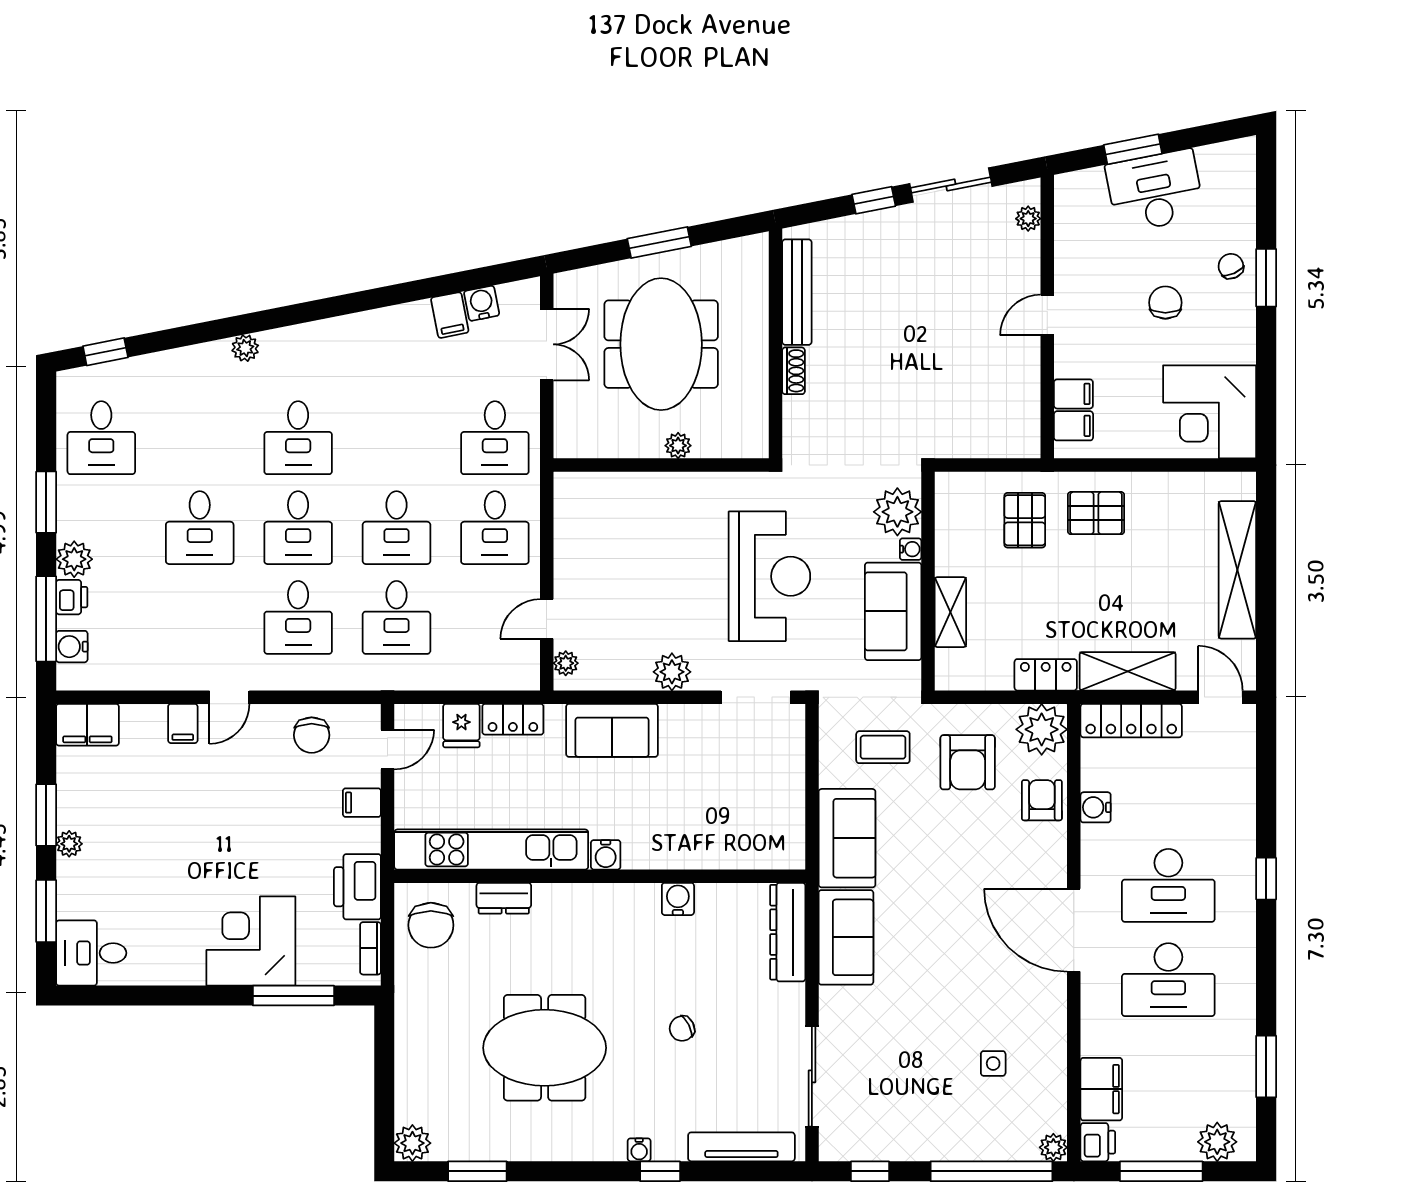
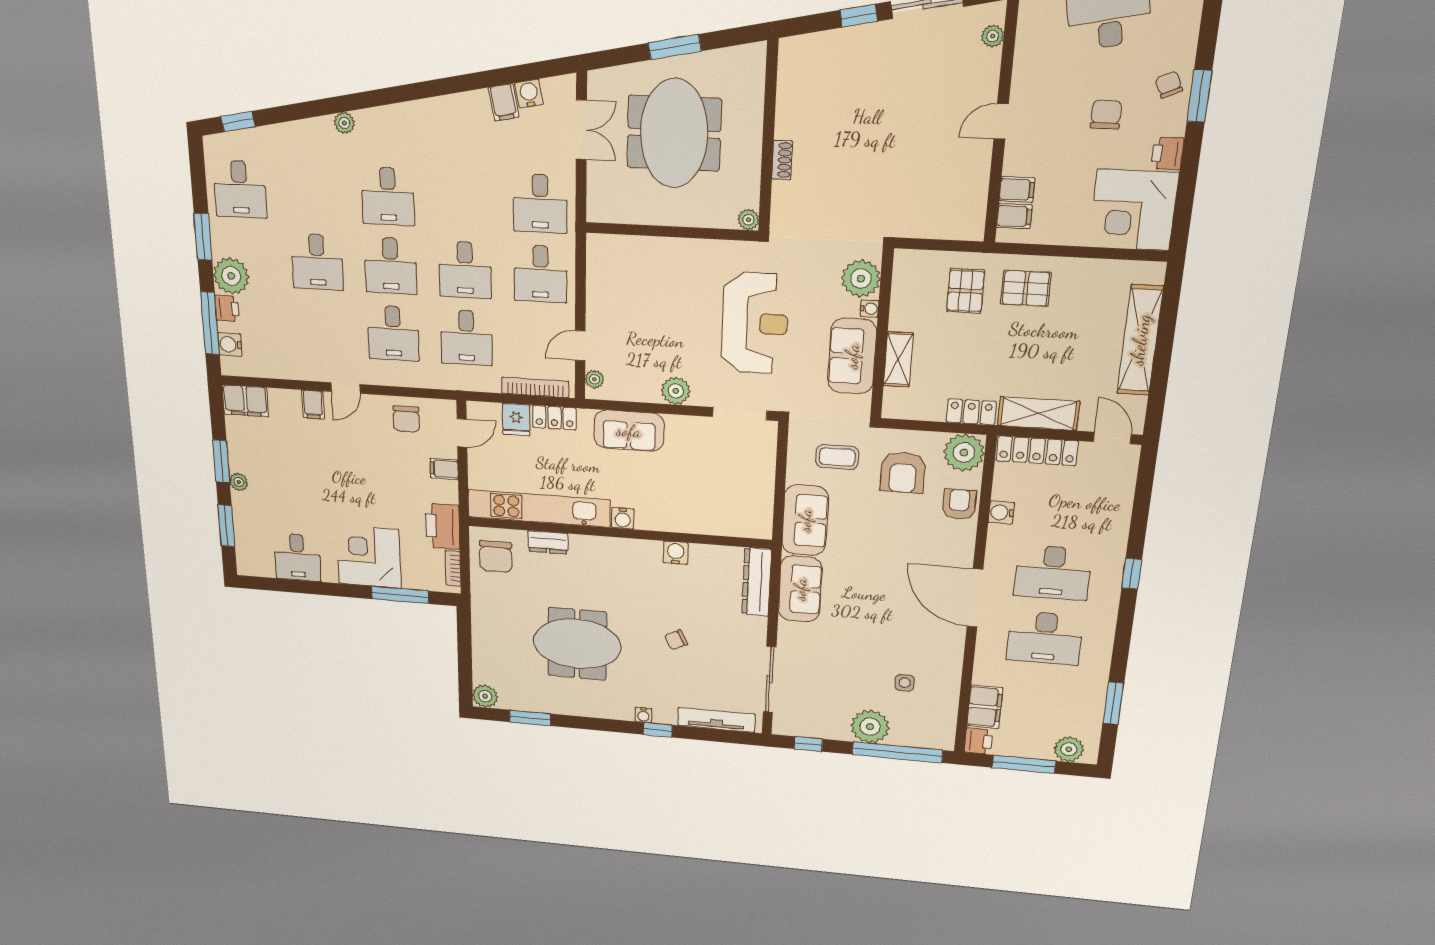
bench: (797, 292) -> (788, 94), removed
printer: (1240, 344) -> (1167, 154), added
plant: (678, 446) -> (748, 220), moved
plant: (74, 559) -> (231, 276), width x1.36, depth x1.36
bookcase: (487, 679) -> (535, 387), added
desk: (91, 953) -> (297, 557), moved, turned -90
plant: (1053, 1147) -> (870, 727), moved, width x1.88, depth x1.88

